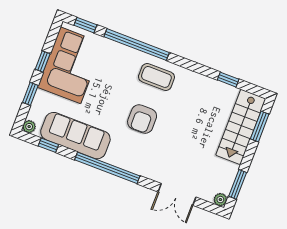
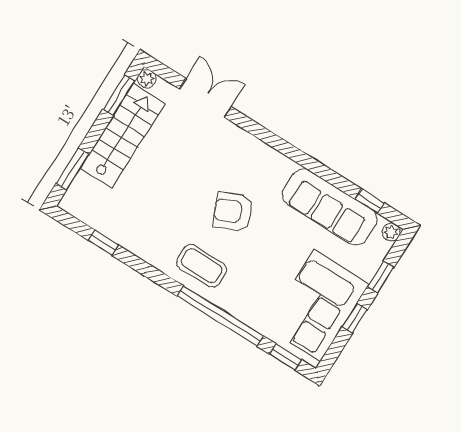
armchair: (142, 119) -> (233, 212), turned -113
stairs: (241, 127) -> (123, 136), moved
window: (107, 168) -> (294, 154), removed

